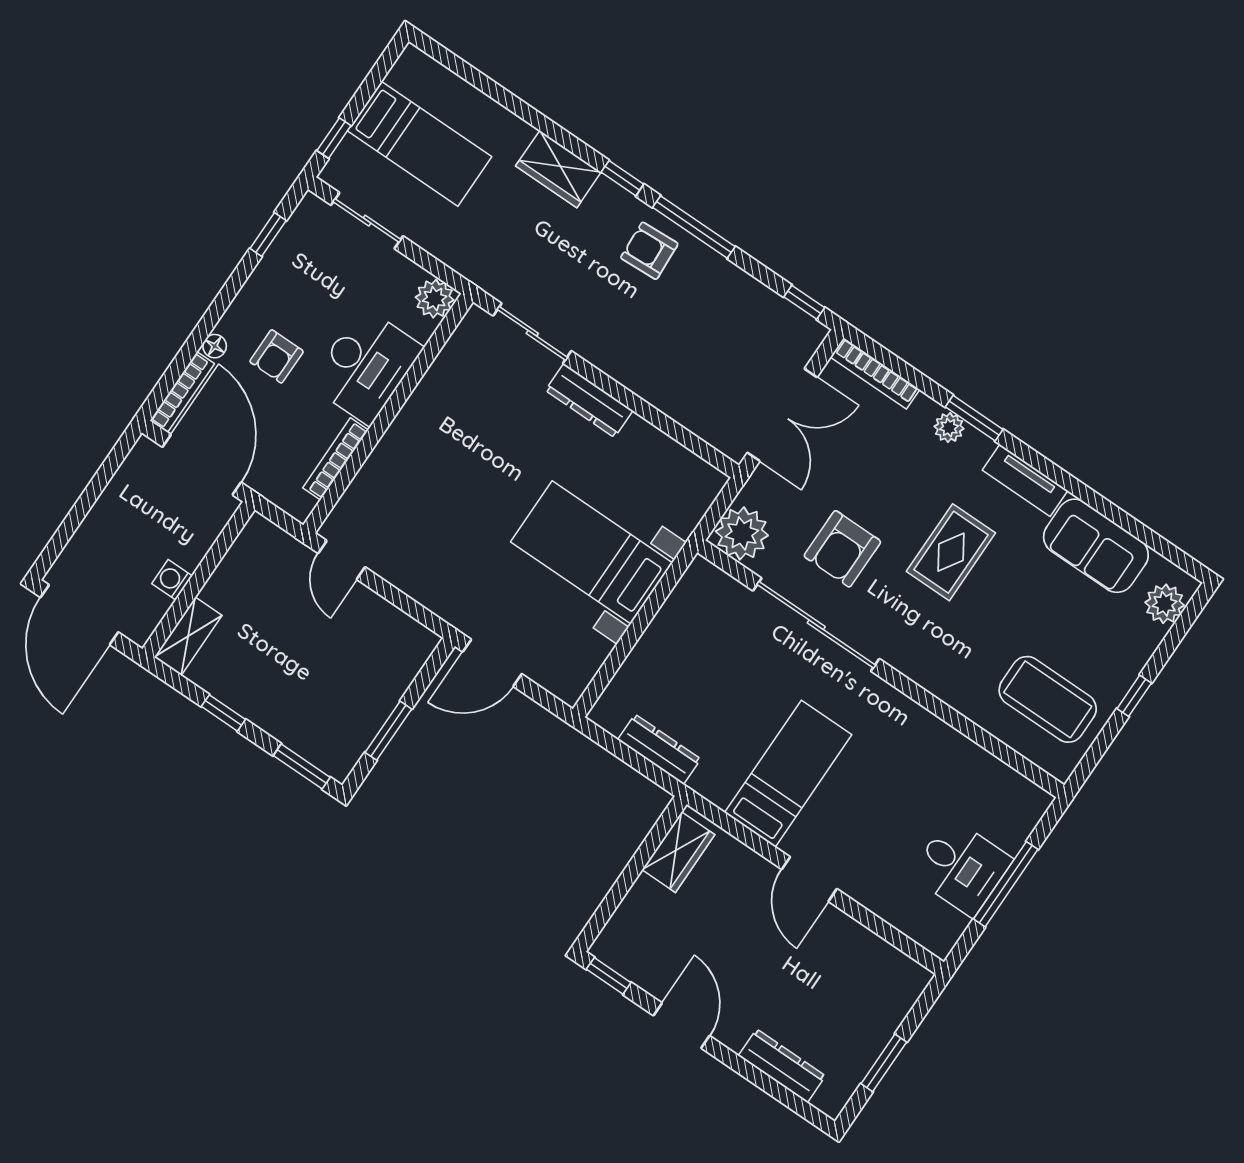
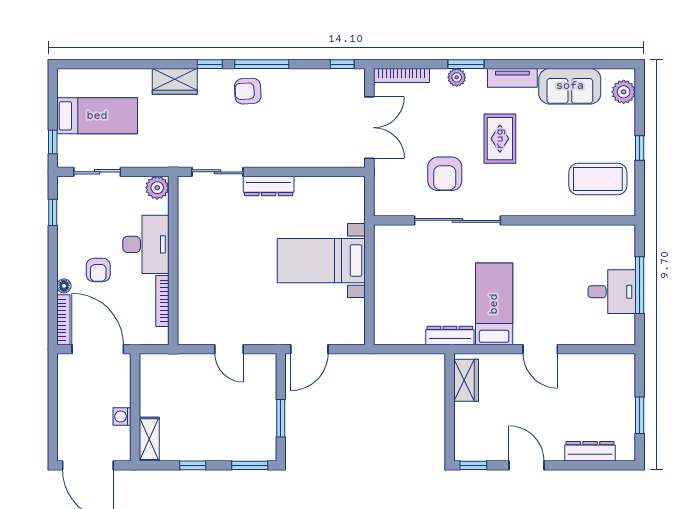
plant: (742, 533) -> (390, 200), removed
door: (342, 560) -> (229, 349), moved
dresser: (659, 749) -> (450, 336), moved

